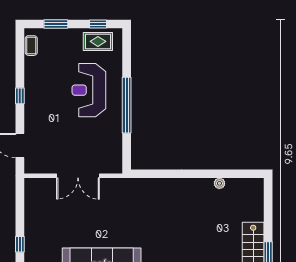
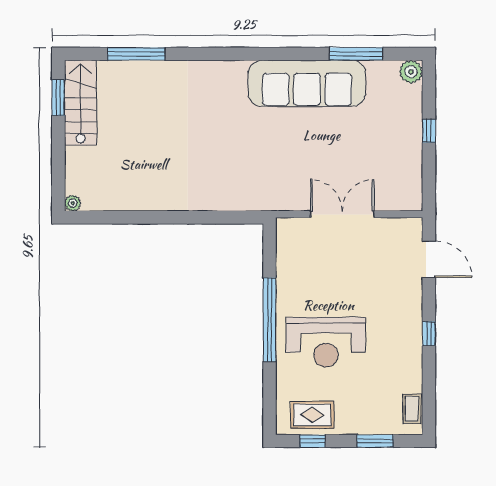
reception desk: (89, 90) -> (326, 342), turned 90
plant: (219, 183) -> (73, 203), moved
window: (20, 244) -> (429, 131), moved

